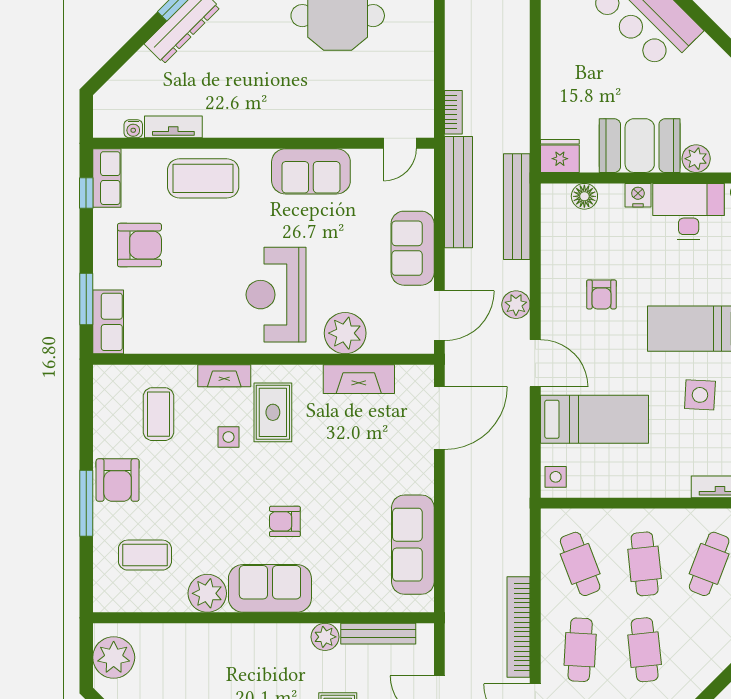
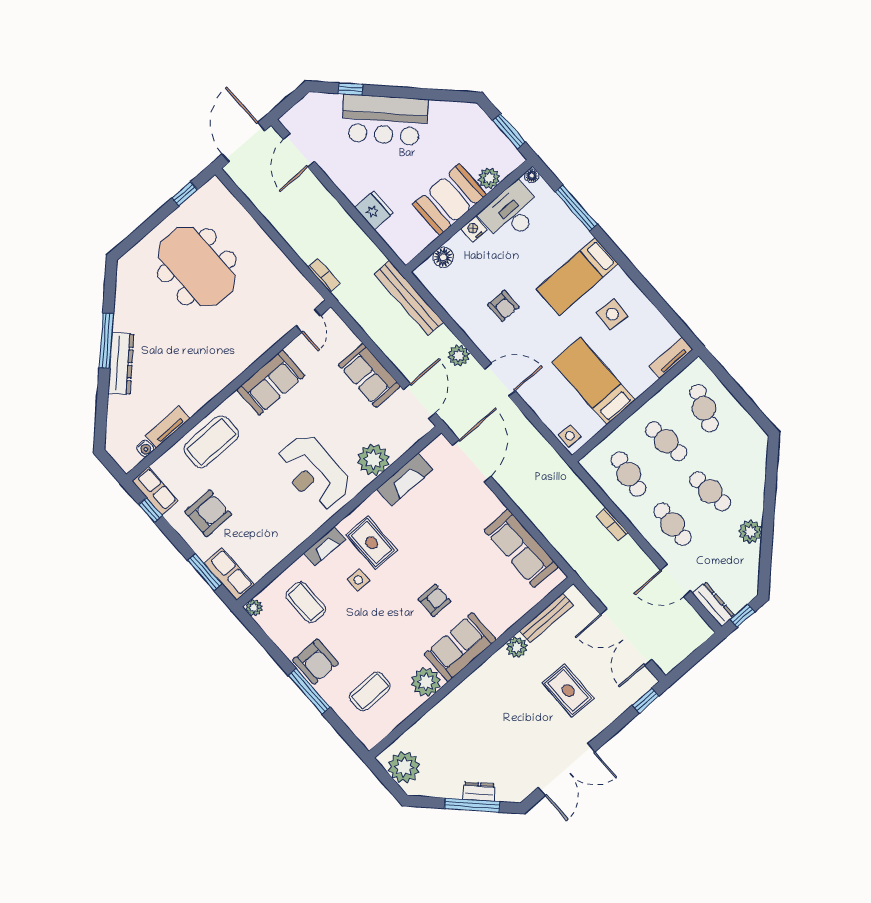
fridge: (560, 156) -> (374, 210), moved, turned 90
bench: (459, 192) -> (368, 319), removed
plant: (104, 375) -> (254, 608), added
bed: (594, 419) -> (594, 381), moved, turned -90
armchair: (285, 521) -> (434, 600), turned 180
cafe table: (580, 564) -> (629, 474), turned 30
bookcase: (519, 627) -> (612, 524), width x0.43, depth x0.76

